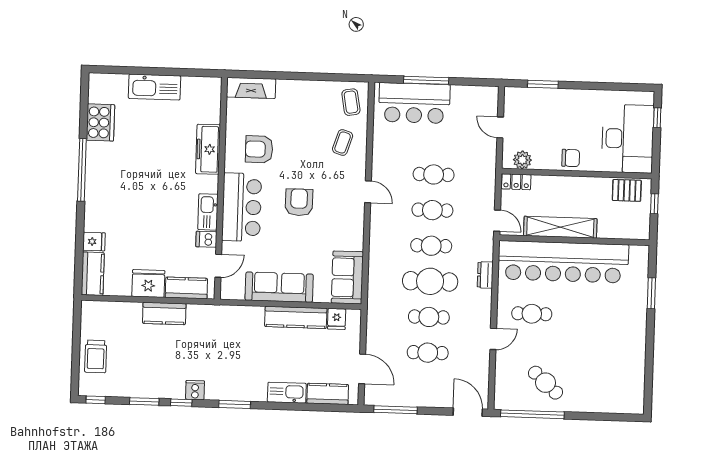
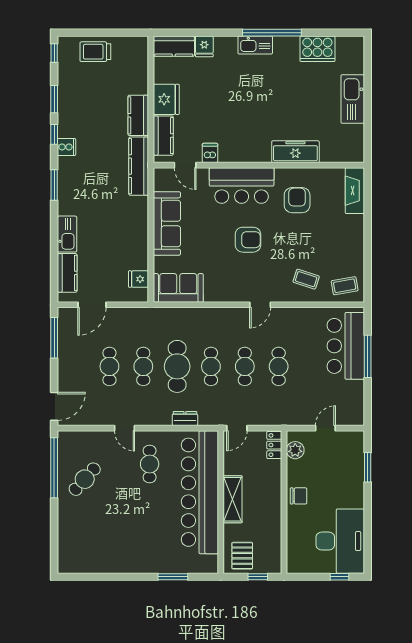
desk: (628, 139) -> (340, 541), moved, turned -90
chair: (571, 158) -> (299, 496), turned -90
pallet: (627, 190) -> (242, 556), moved
kitchen sink: (208, 212) -> (255, 45), moved, turned 180
shelving: (560, 227) -> (233, 499), width x0.68
kitchen counter: (296, 317) -> (139, 166), moved

